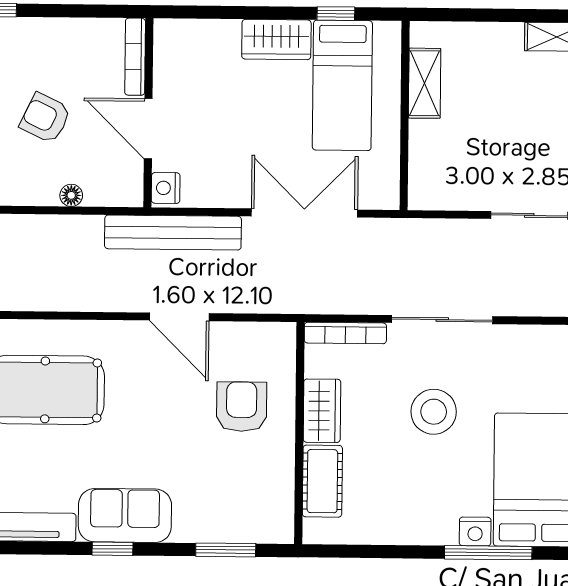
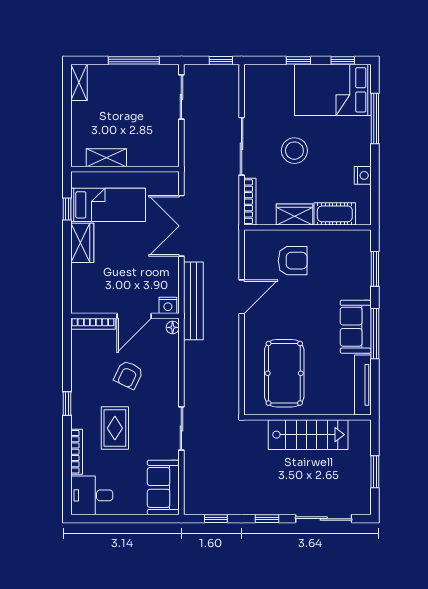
floor lamp: (71, 195) -> (173, 327), moved
armchair: (242, 407) -> (293, 261), turned 180
nightstand: (475, 532) -> (363, 175), moved
window: (112, 549) -> (375, 334), width x2.17

